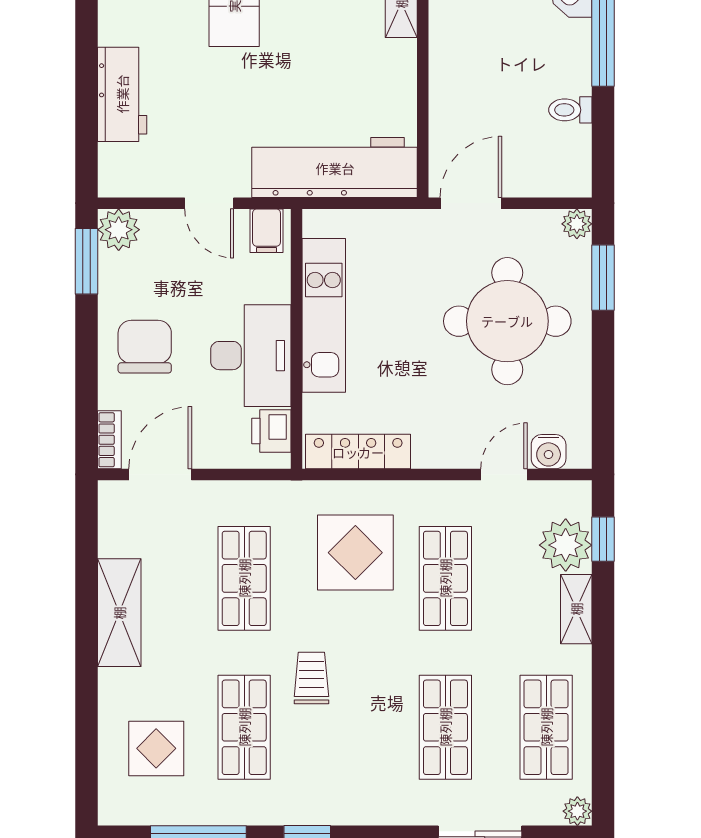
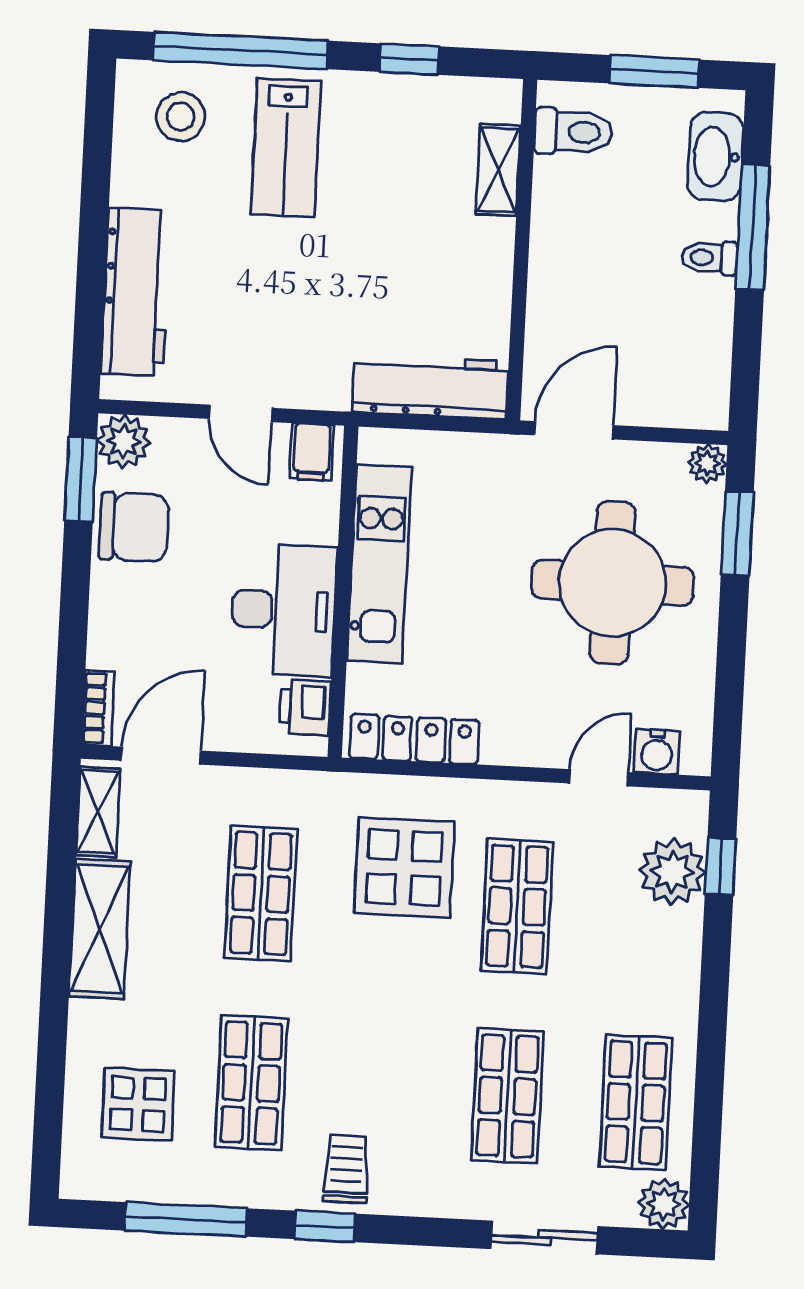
workbench: (122, 94) -> (136, 292), width x1.38
toilet: (570, 110) -> (709, 258), moved
workbench: (335, 168) -> (430, 387), width x0.73, depth x0.76
chair: (145, 347) -> (134, 527), moved, turned 90
shelving: (576, 609) -> (98, 812), moved
trolley: (311, 678) -> (346, 1169), moved
plant: (577, 811) -> (664, 1204), width x1.38, depth x1.38

